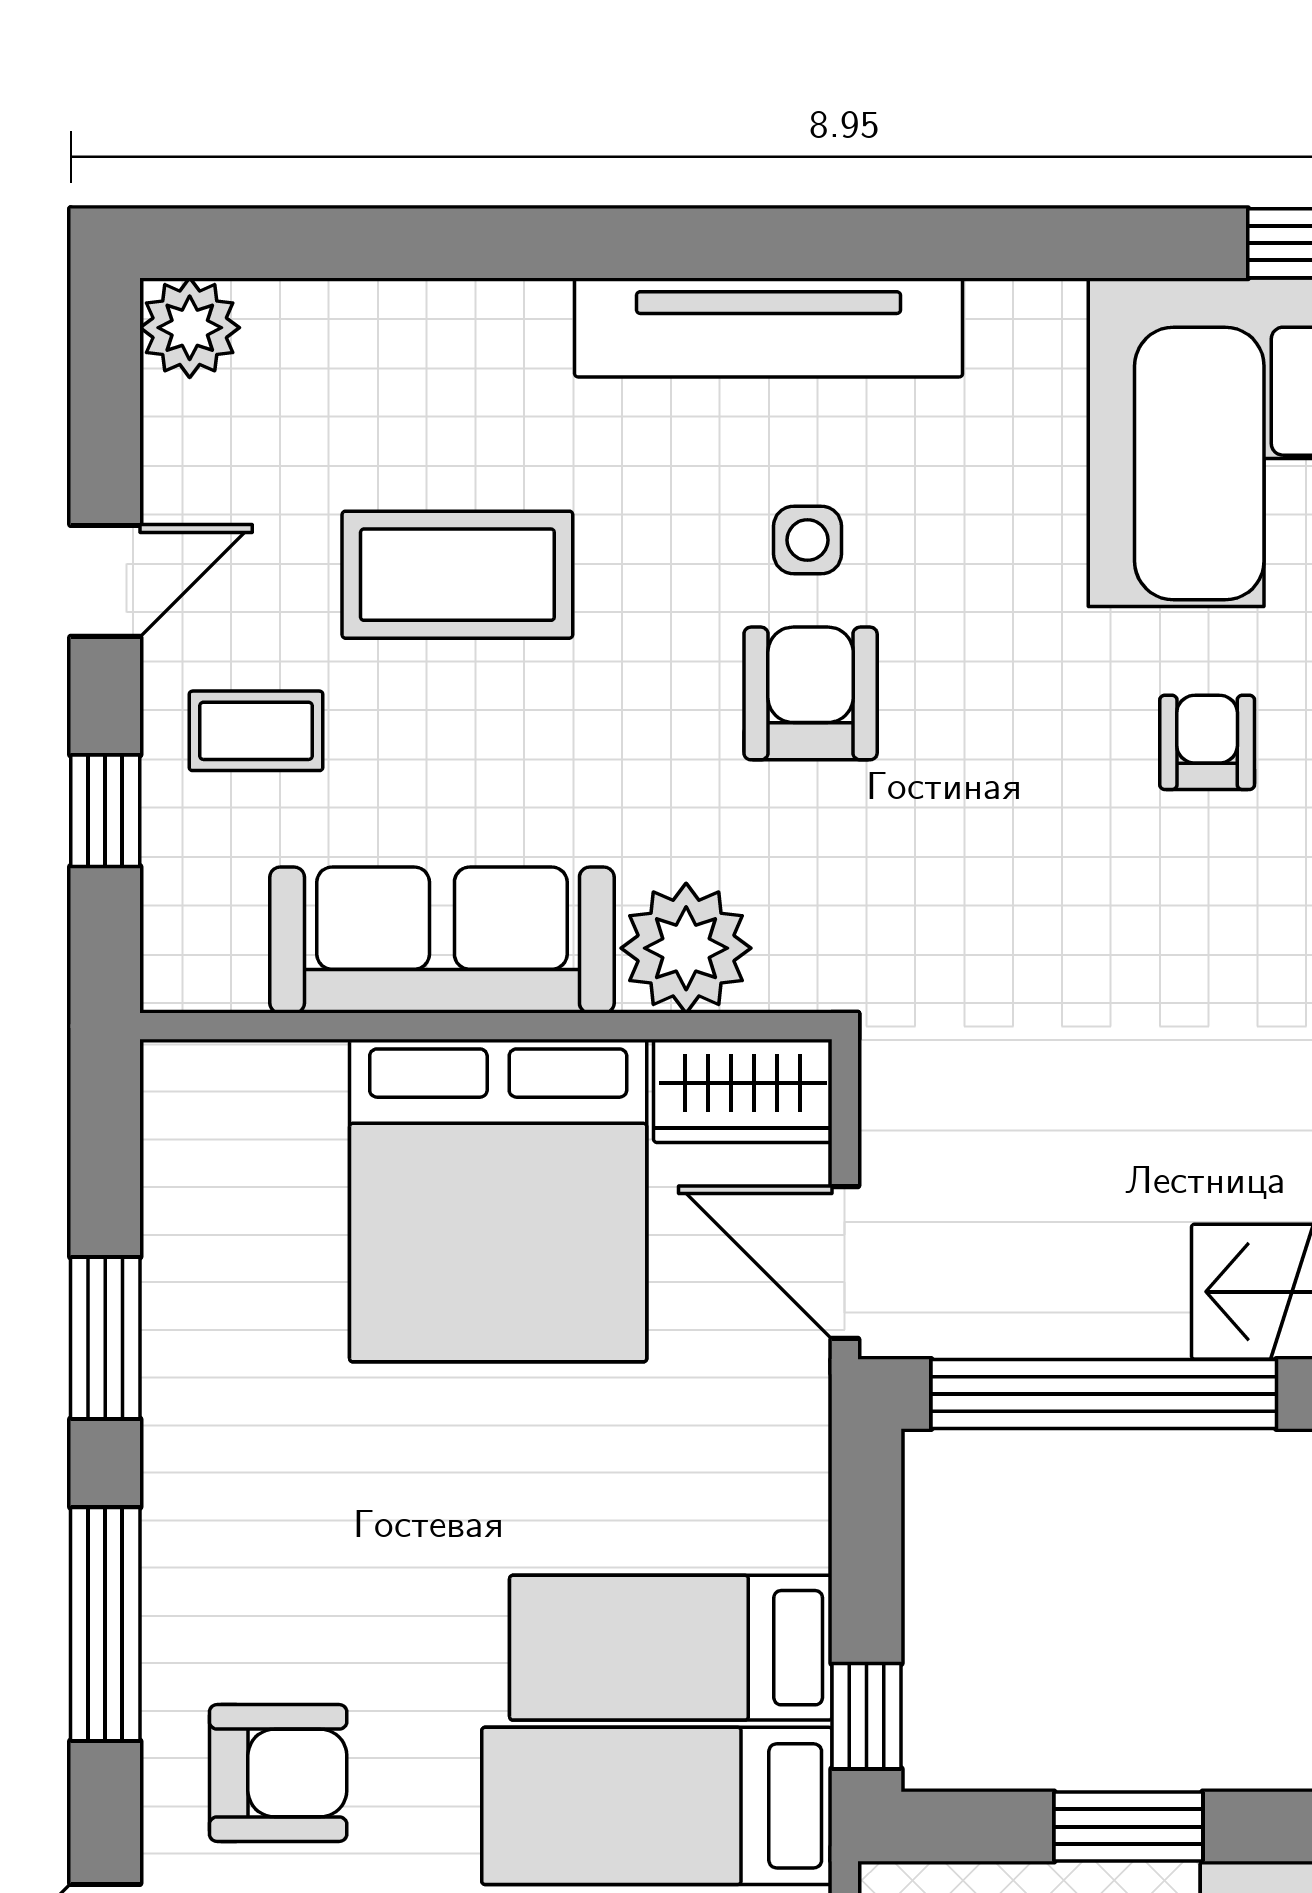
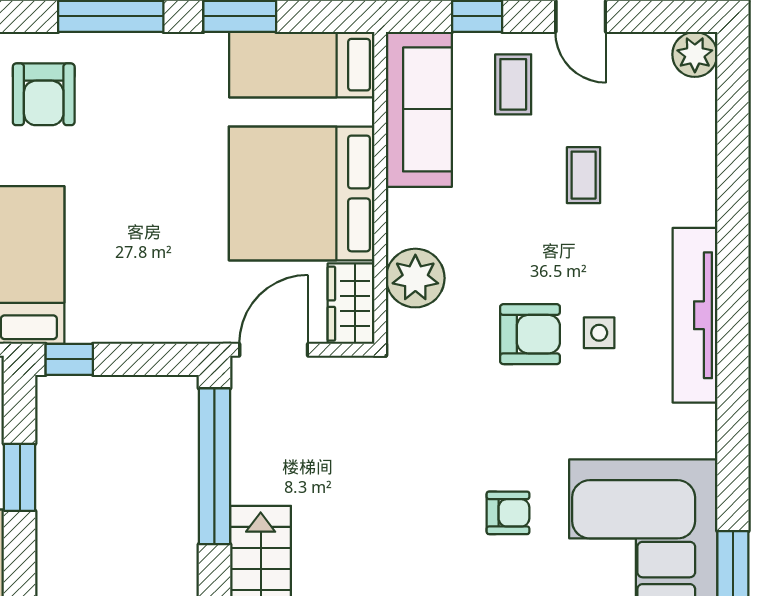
coffee table: (457, 575) -> (584, 175), width x0.54, depth x0.58
sofa: (442, 940) -> (419, 109), moved
bed: (671, 1648) -> (302, 65), moved, turned -90

